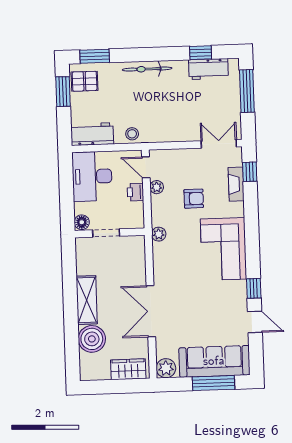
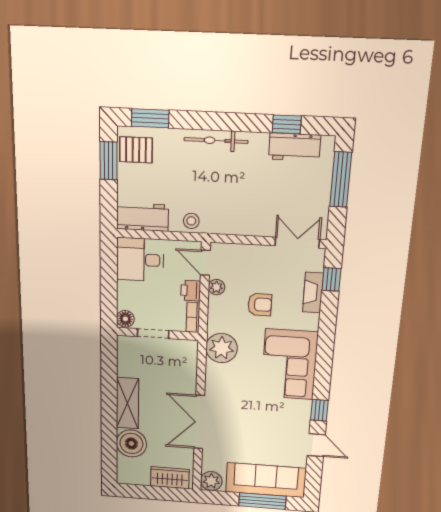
desk: (92, 176) -> (140, 260), width x0.73
bookcase: (139, 215) -> (193, 317), added
plant: (159, 234) -> (222, 348), width x1.88, depth x1.88

